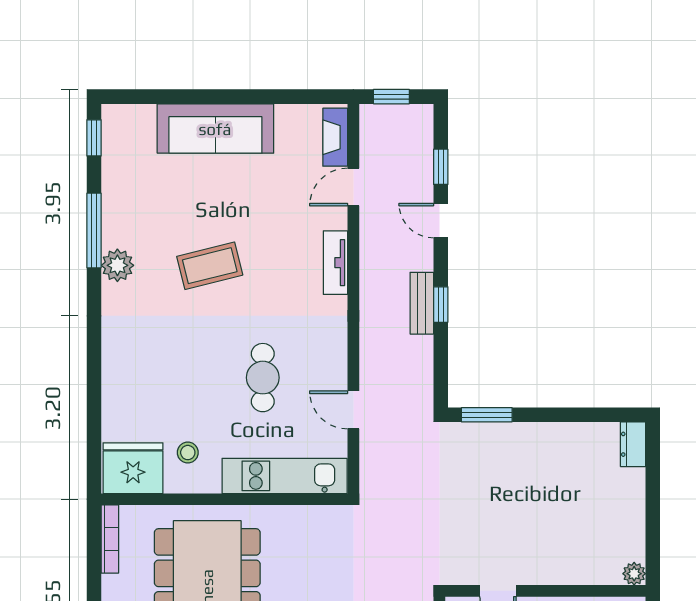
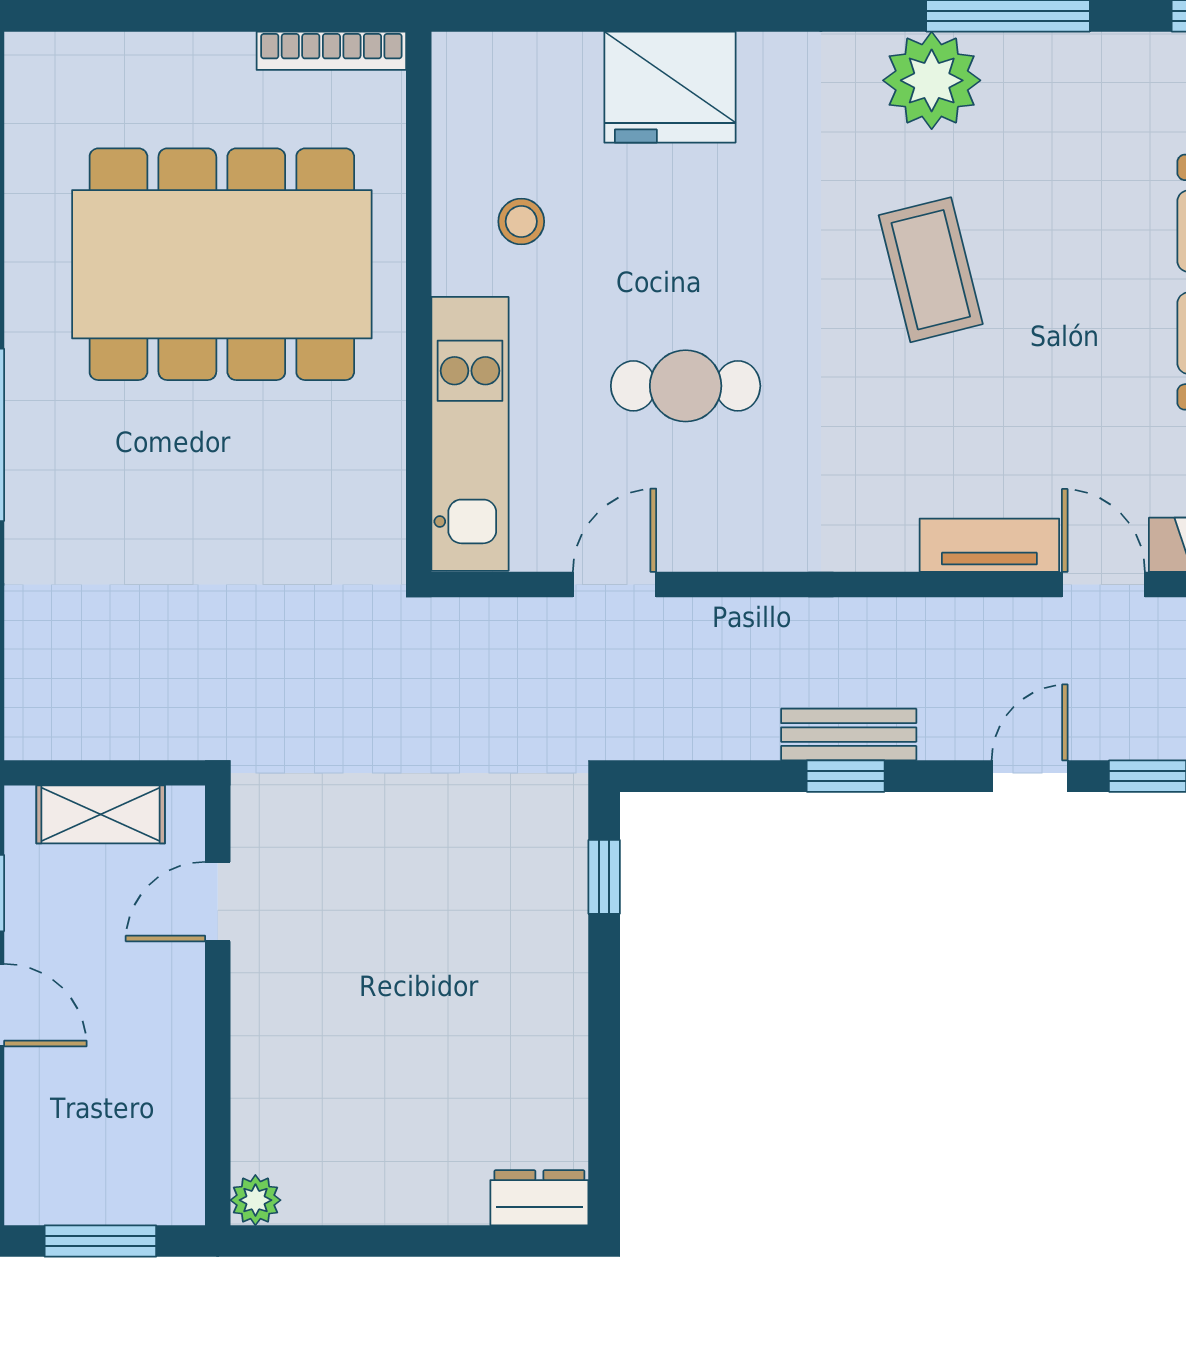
tv unit: (335, 263) -> (989, 545), moved
plant: (117, 265) -> (932, 80), width x1.36, depth x1.36
window: (487, 415) -> (604, 877), width x0.67
fridge: (133, 468) -> (670, 87), moved, turned 90

